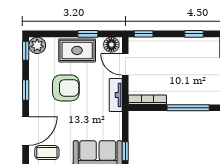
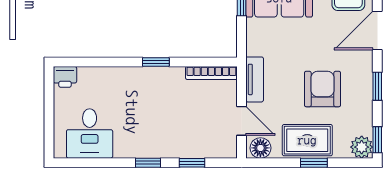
window: (88, 34) -> (314, 163), moved
window: (144, 34) -> (192, 163), moved
armchair: (66, 88) -> (323, 89), turned 90
window: (188, 108) -> (156, 62), width x0.46

